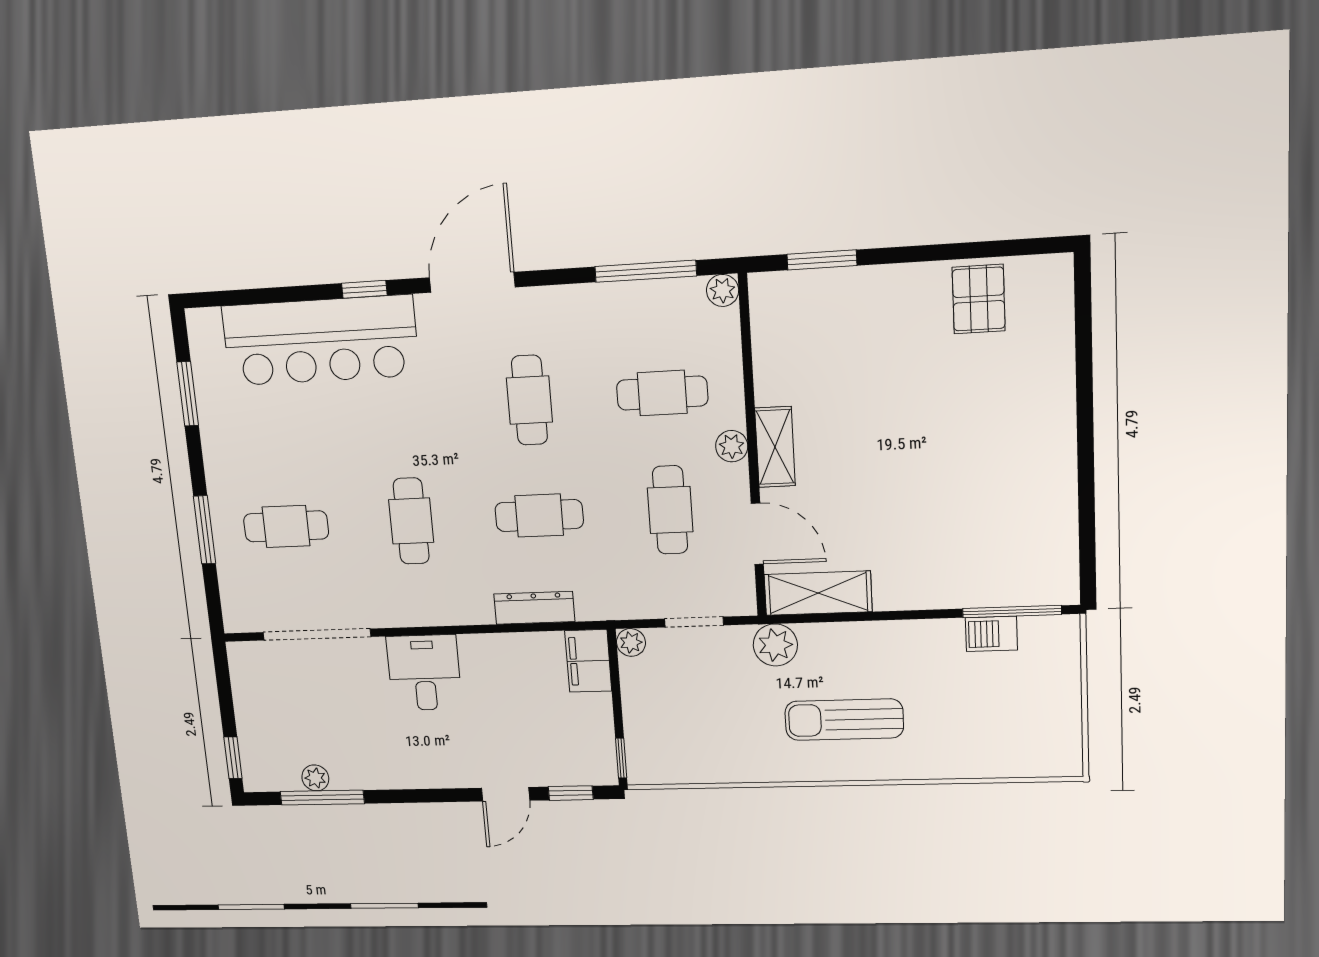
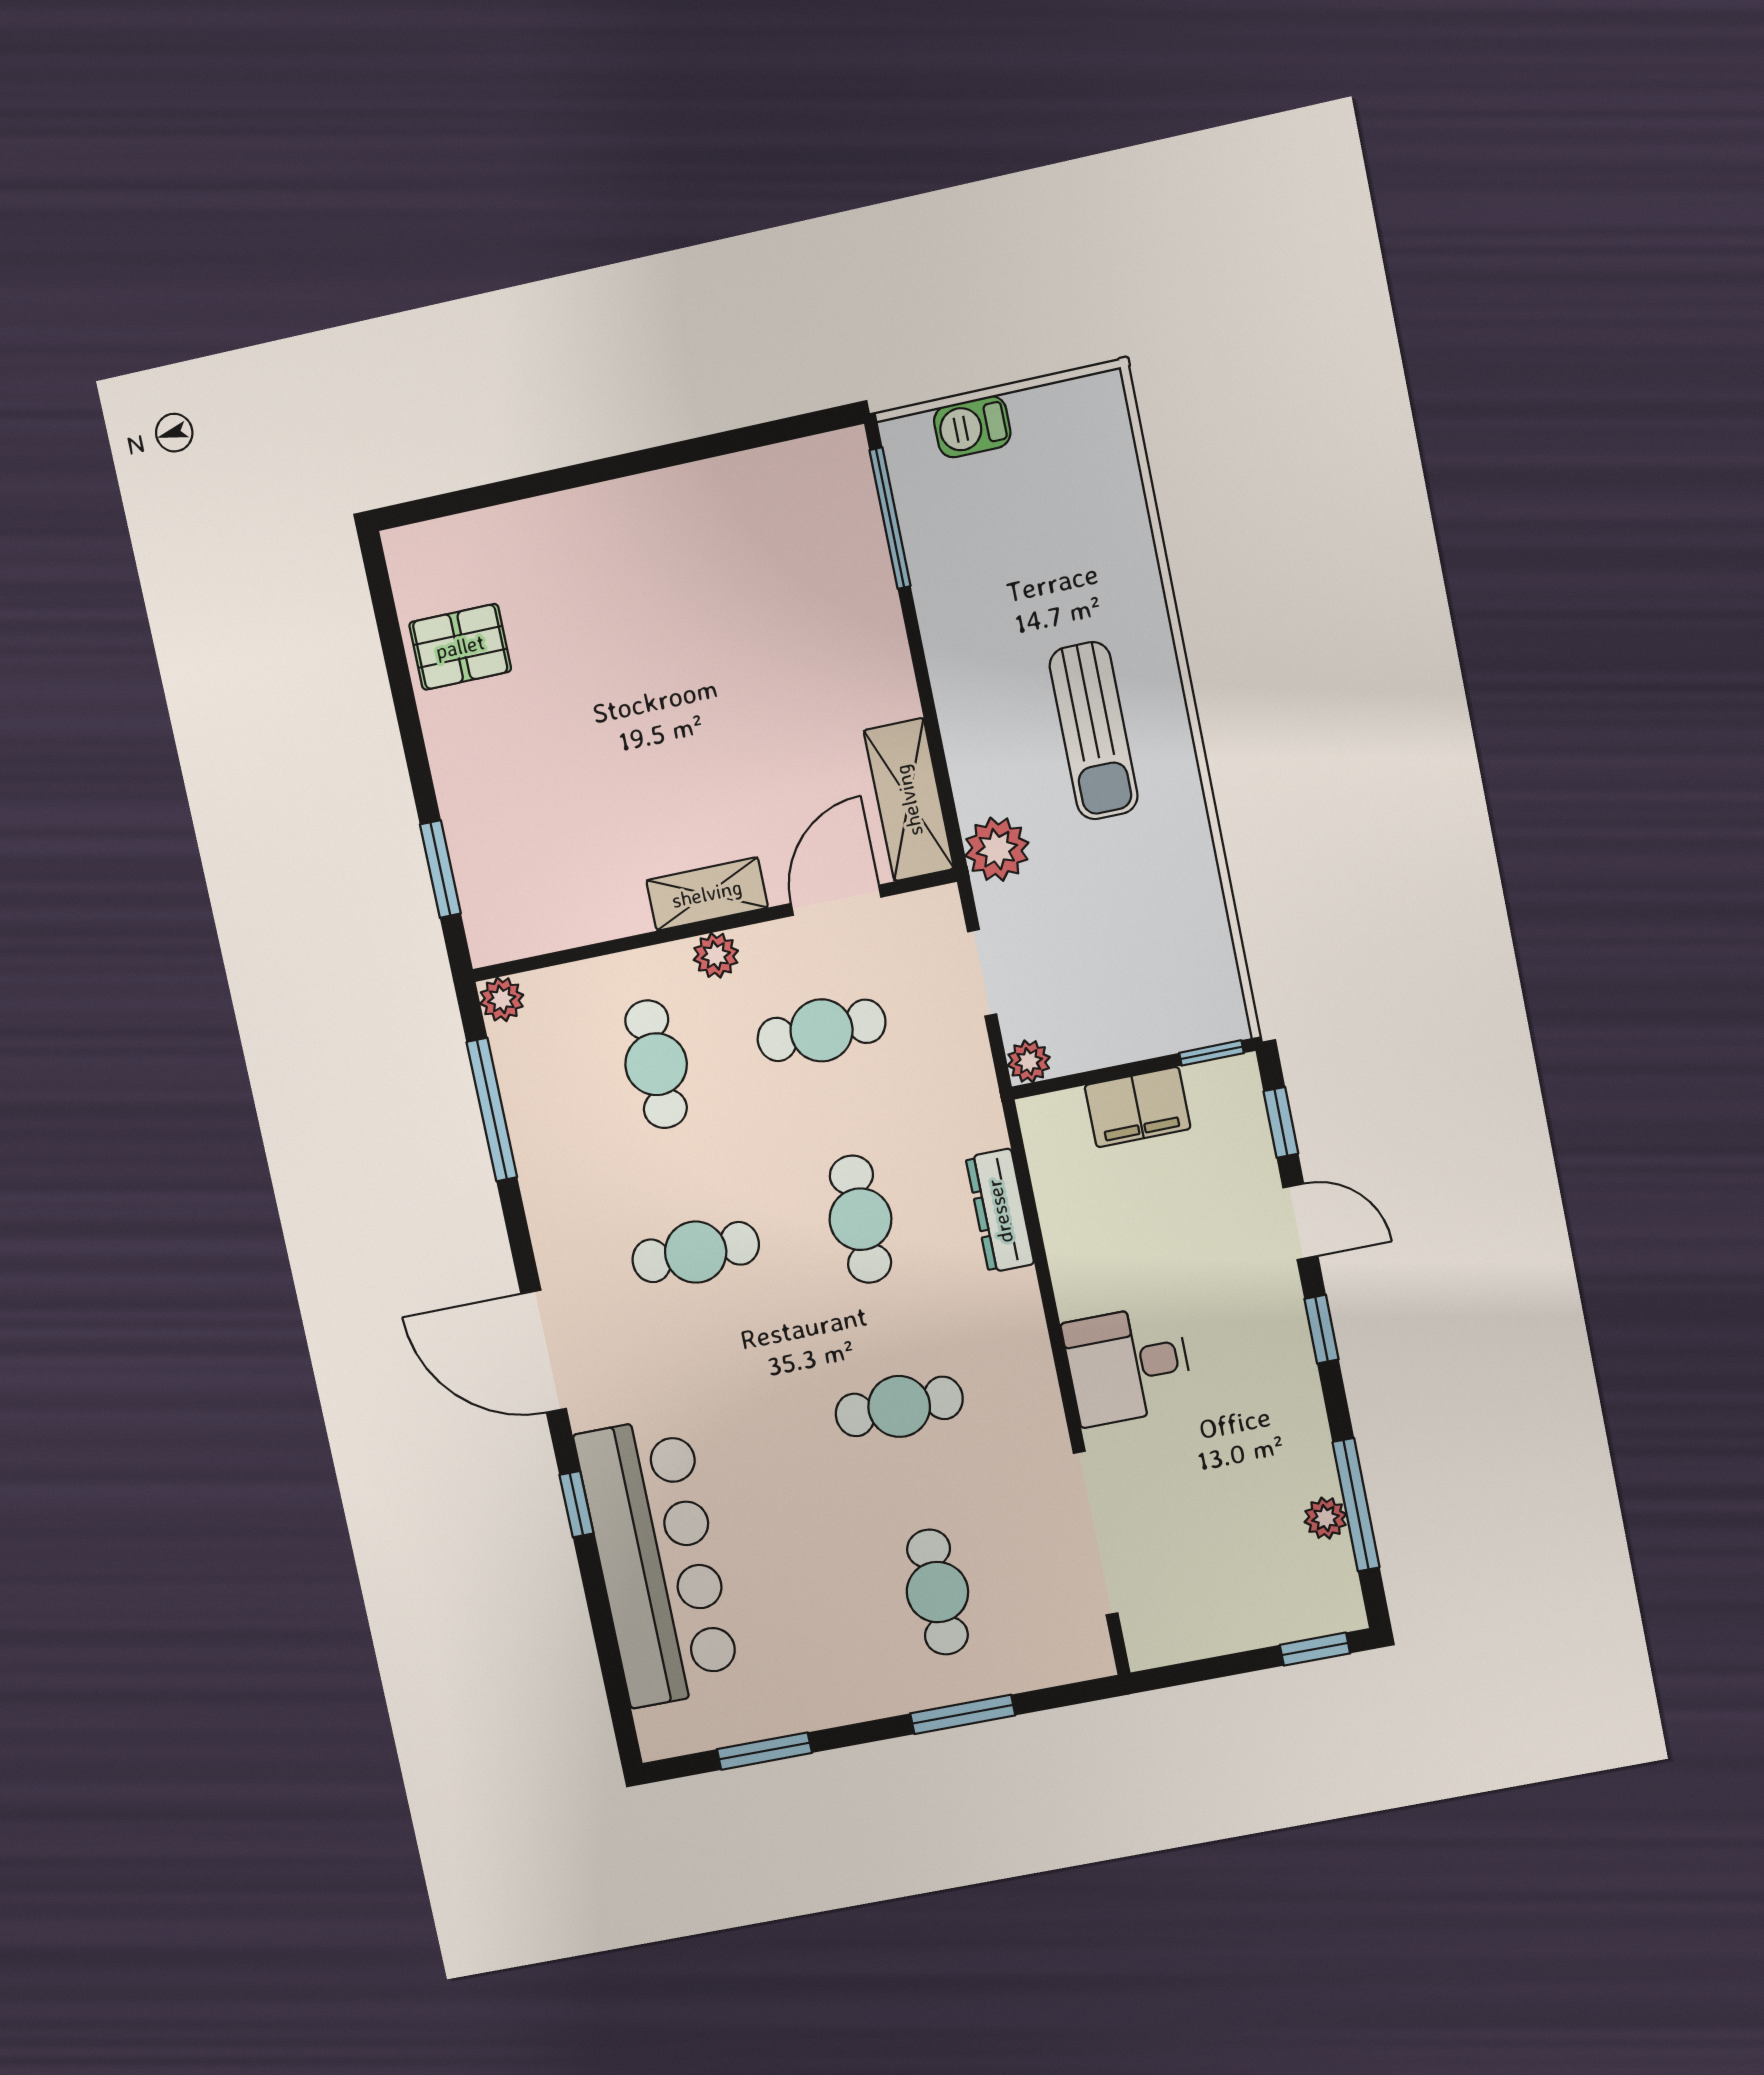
barbecue: (991, 634) -> (972, 427), moved, turned 90
filing cabinet: (588, 661) -> (1138, 1107), moved
window: (436, 796) -> (1322, 1329), added

